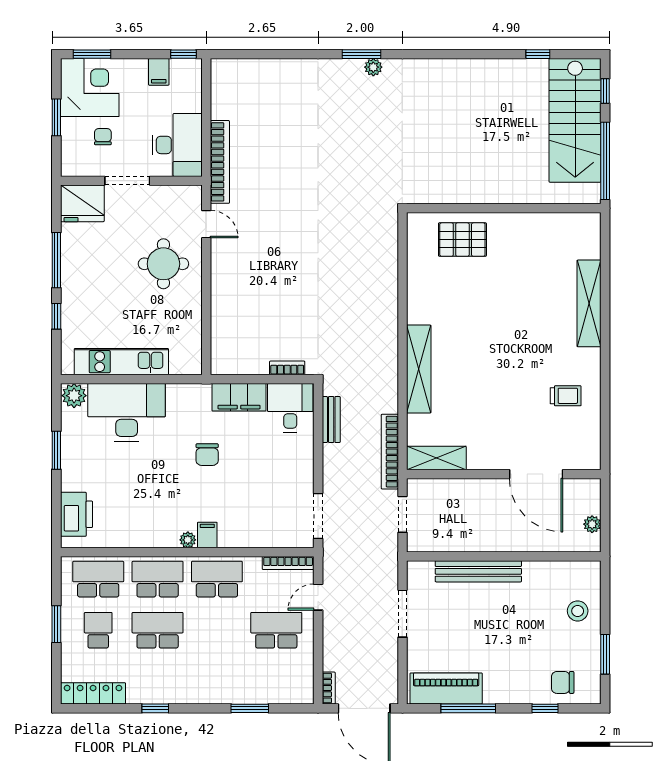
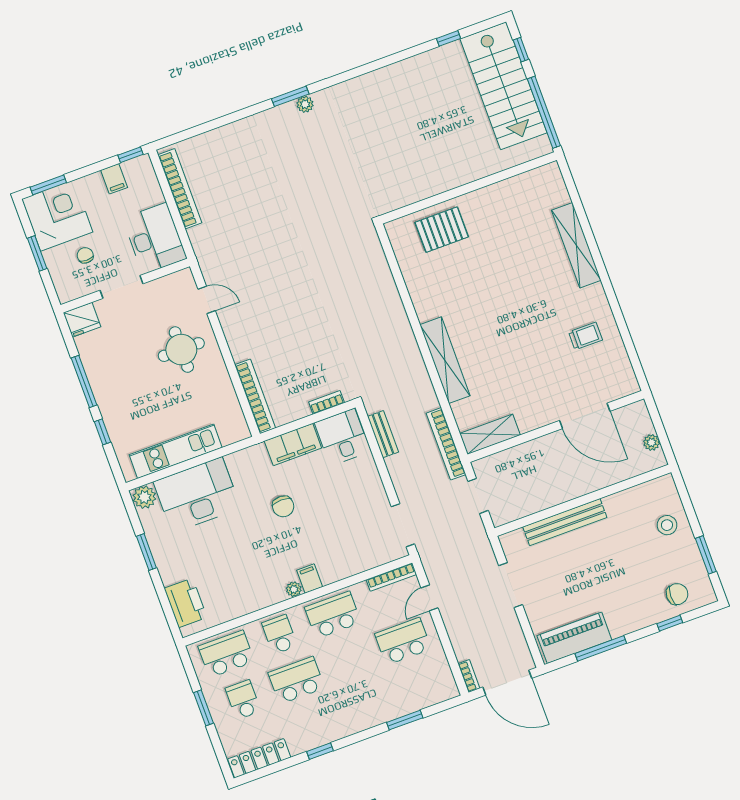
bookcase: (220, 162) -> (180, 189), moved
fridge: (82, 203) -> (82, 320), width x0.73, depth x0.75
bookcase: (219, 336) -> (255, 396), added
school desk: (158, 579) -> (280, 634), width x0.54
chair: (563, 682) -> (677, 594), turned 180

